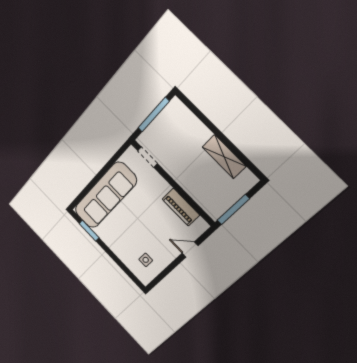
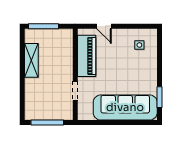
doorway: (148, 157) -> (75, 91), moved
piano: (181, 207) -> (87, 56), width x1.37, depth x1.33
window: (233, 210) -> (44, 26), moved

